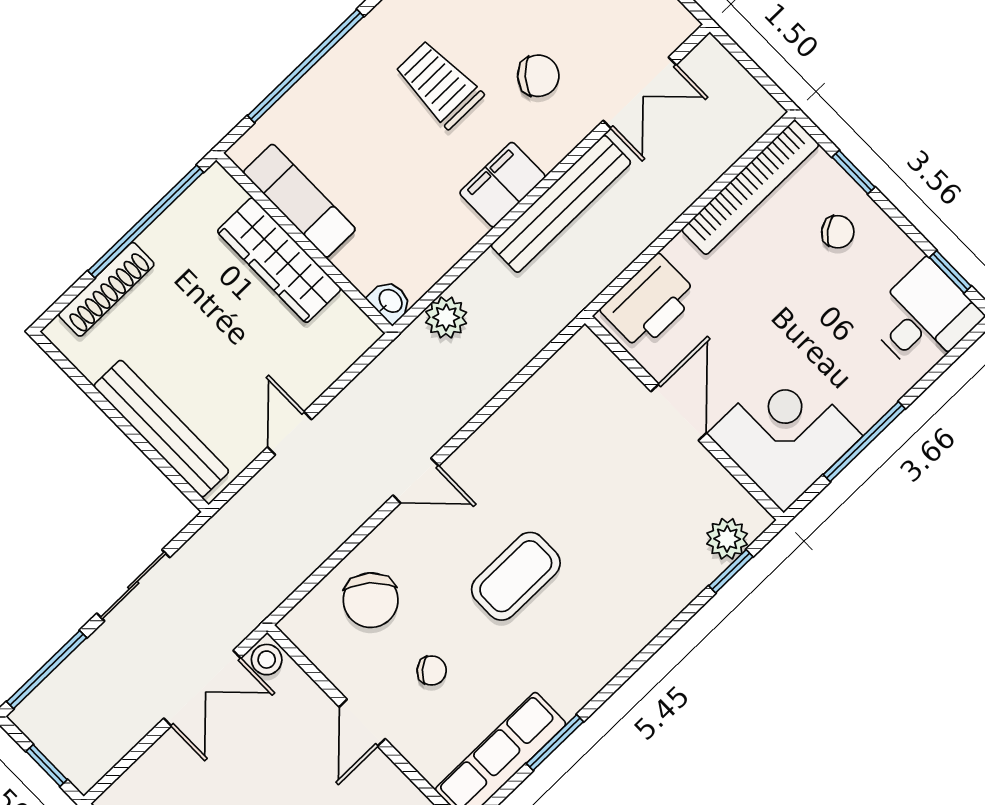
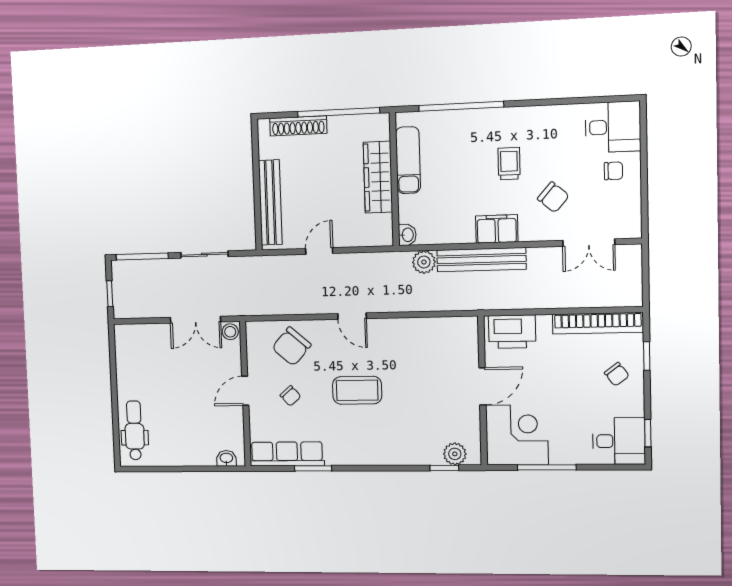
trolley: (439, 84) -> (509, 164), width x0.73, depth x0.72
bench: (561, 204) -> (481, 260), moved

